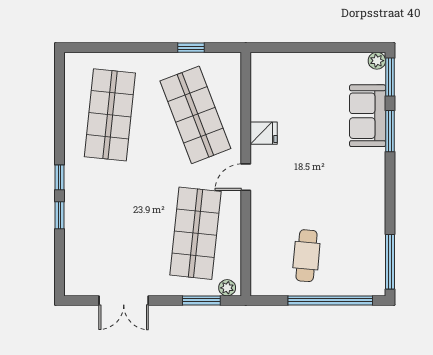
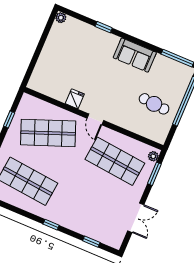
window: (390, 77) -> (73, 14), removed
sofa: (368, 116) -> (135, 55), moved
window: (390, 131) -> (104, 27), width x0.67
window: (60, 215) -> (91, 242), moved

